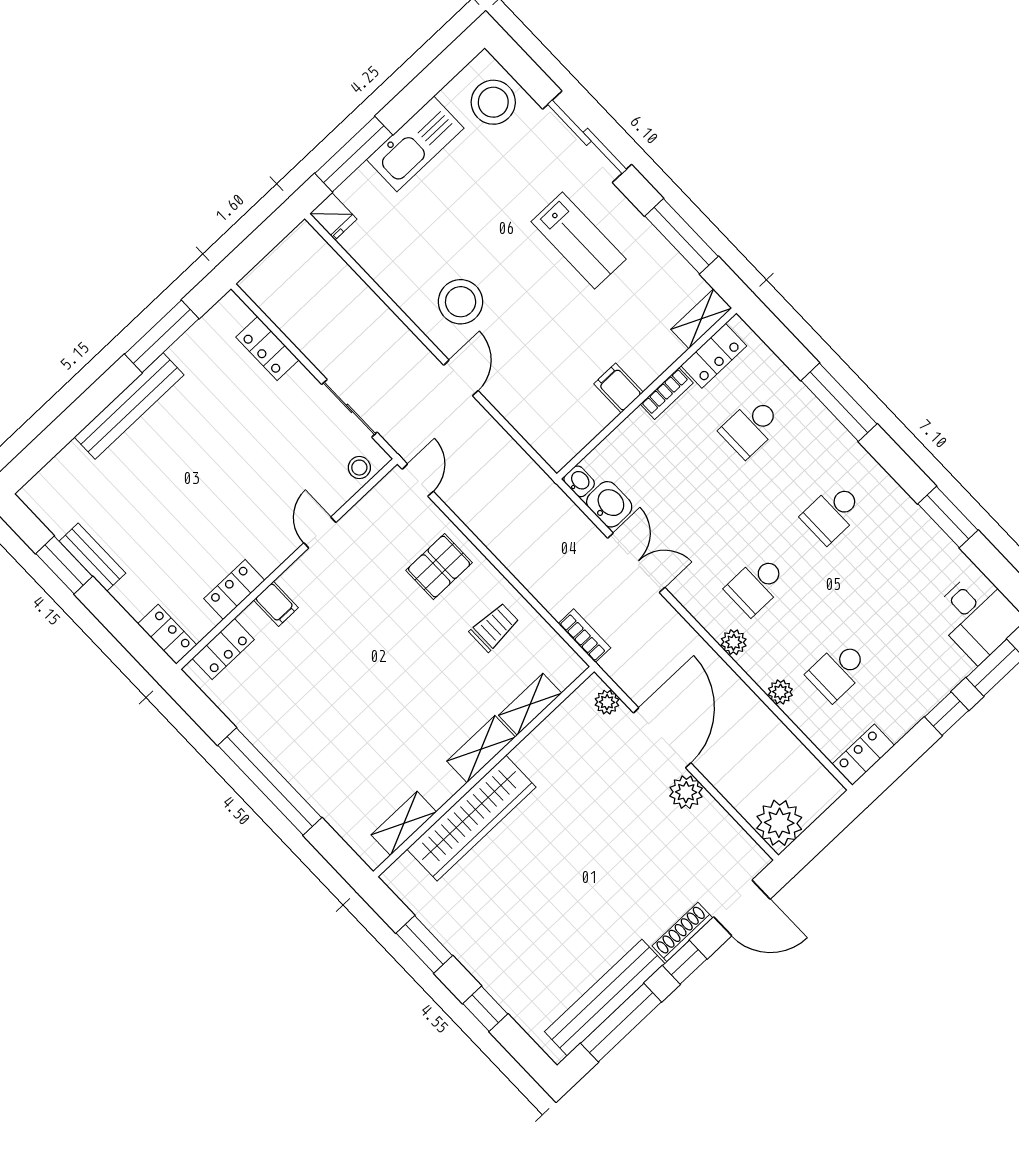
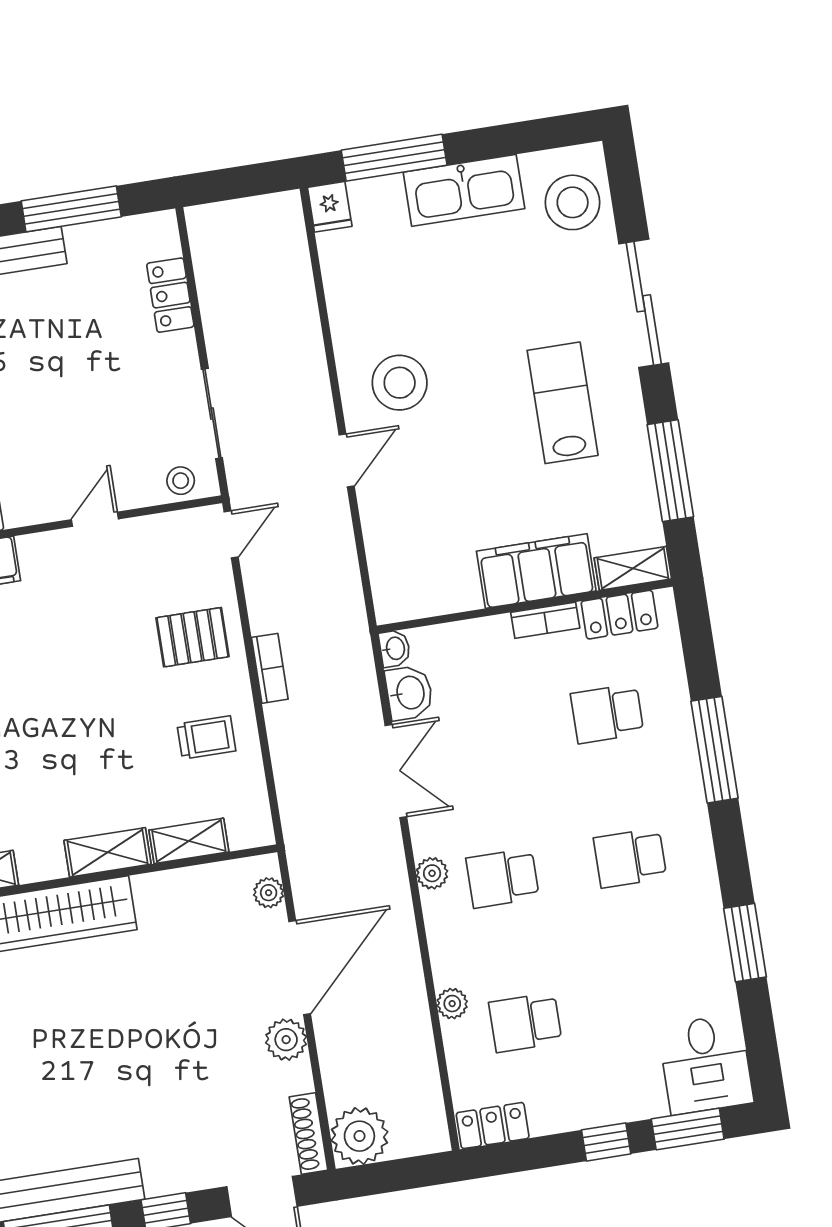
lab bench: (579, 240) -> (563, 403), turned 180
filing cabinet: (618, 388) -> (536, 571), width x3.00, depth x1.17
bookcase: (584, 636) -> (270, 668), moved
plant: (734, 642) -> (432, 873), moved
shoe rack: (682, 932) -> (309, 1133), moved, turned -90

